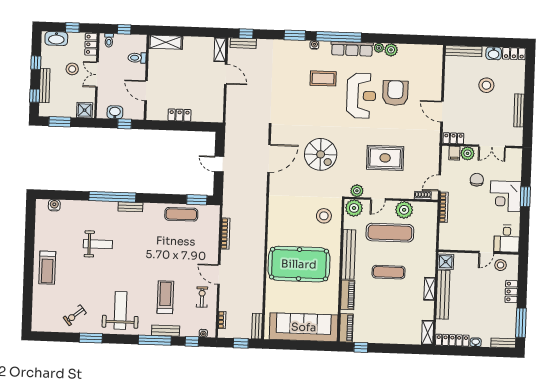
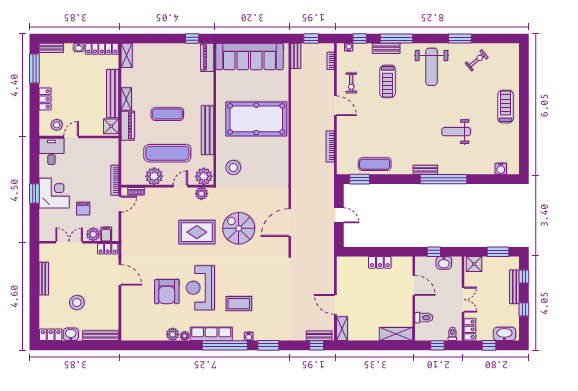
stool: (72, 69) -> (488, 304), removed
rug: (385, 158) -> (197, 232), moved
piano: (348, 295) -> (128, 126), moved, turned 180

